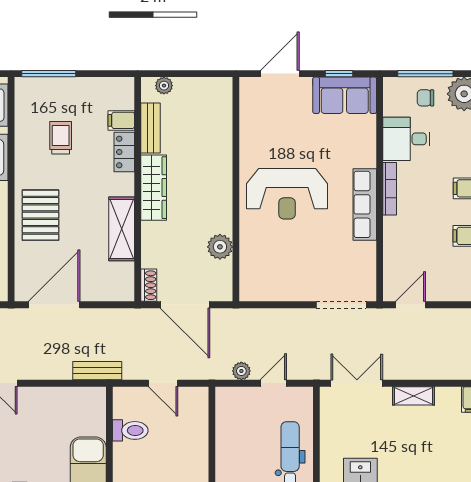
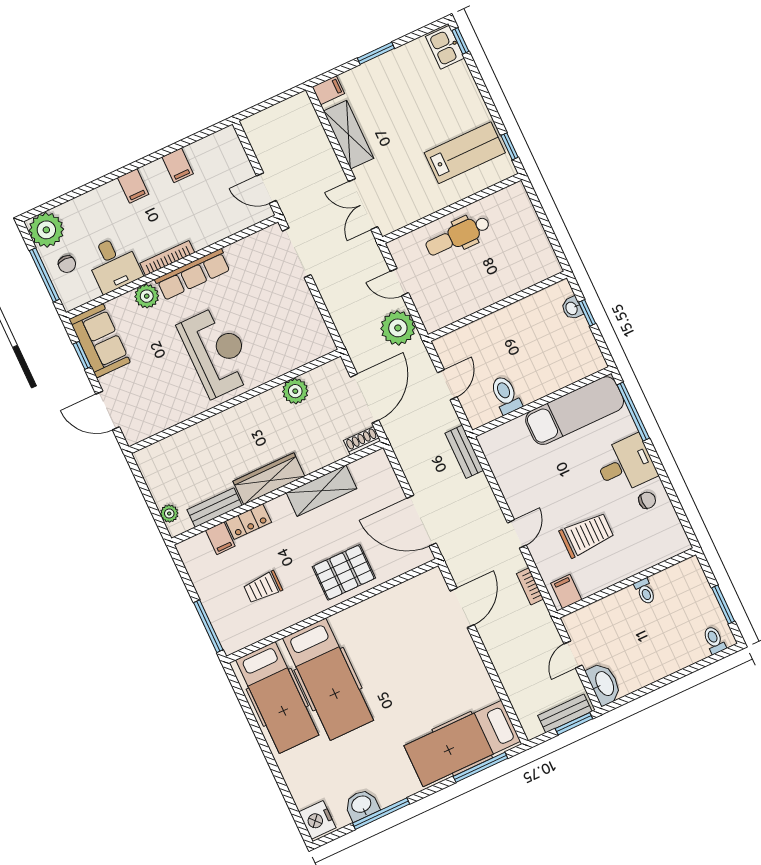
plant: (365, 155) -> (147, 296), added
plant: (241, 371) -> (398, 328), width x1.87, depth x1.87
shelving: (414, 396) -> (349, 135), width x1.50, depth x1.33

